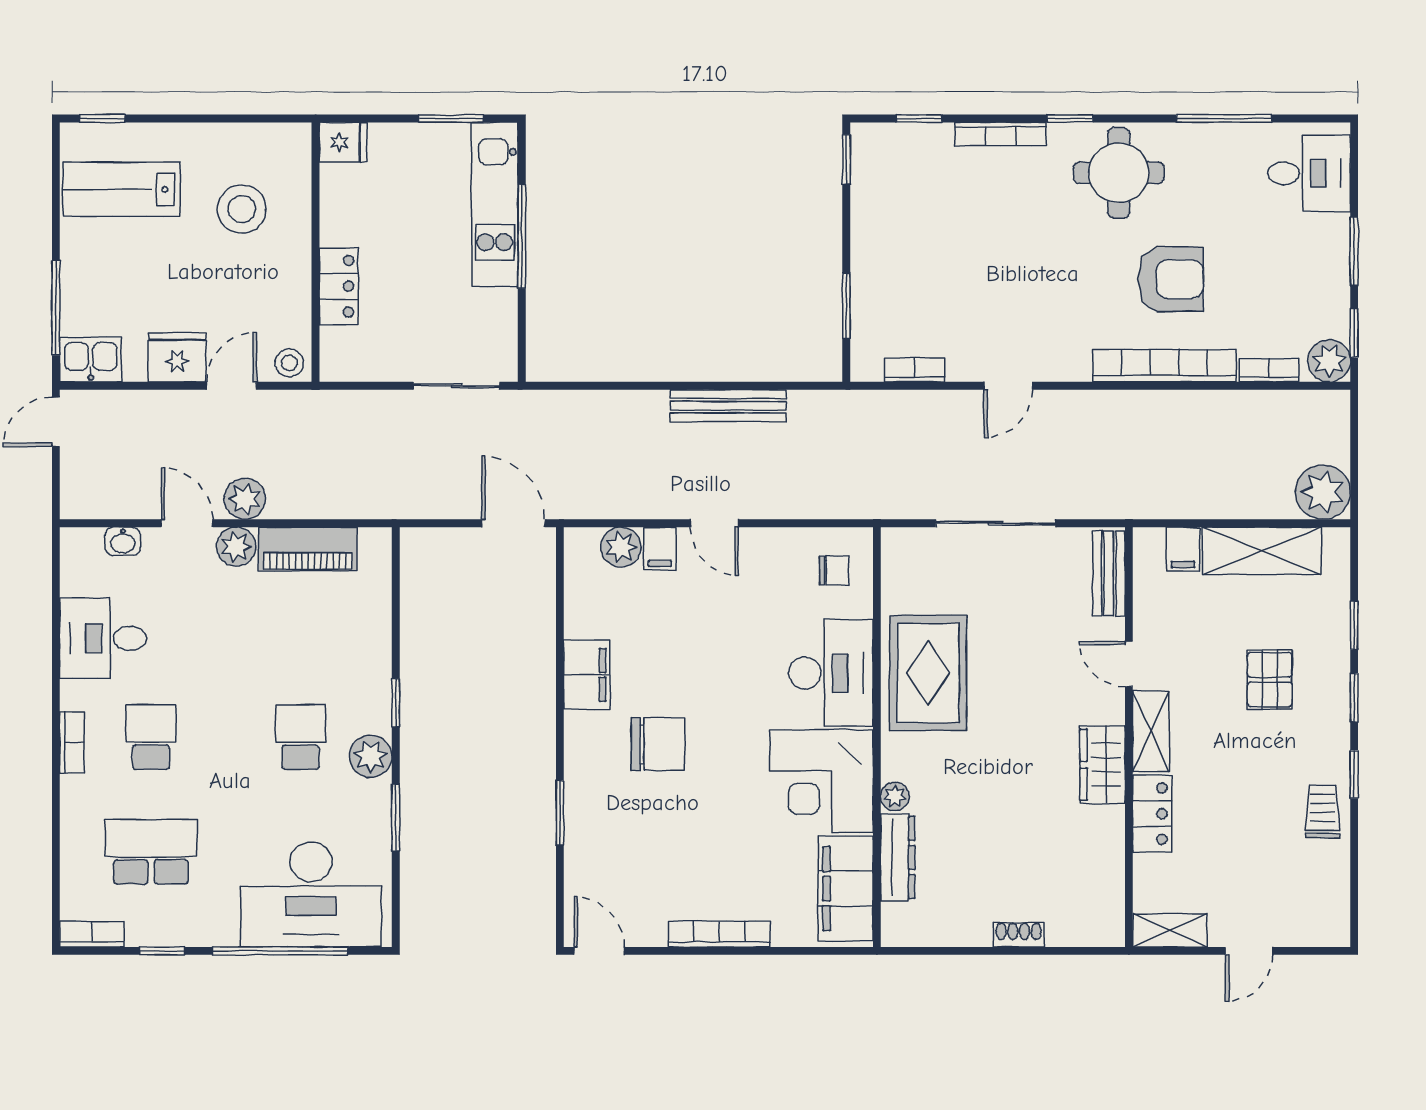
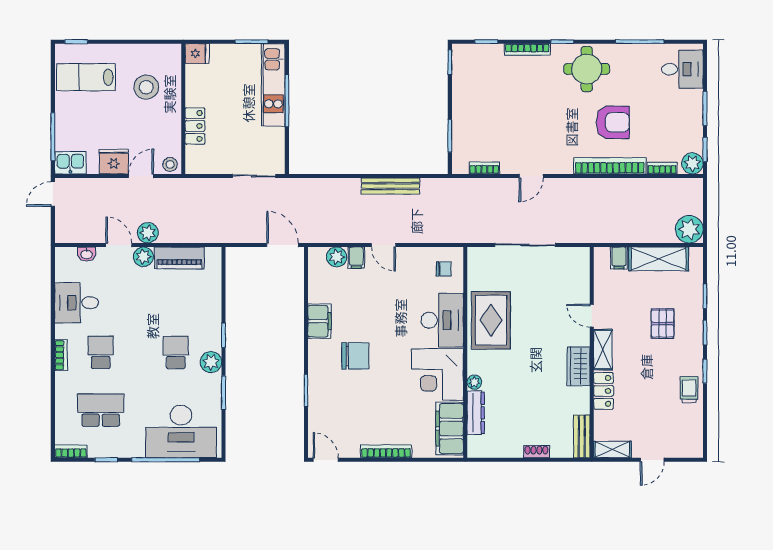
bench: (1109, 573) -> (582, 436), moved

